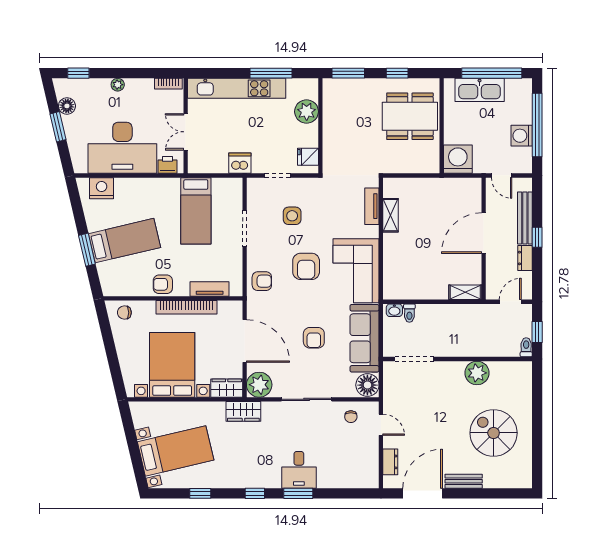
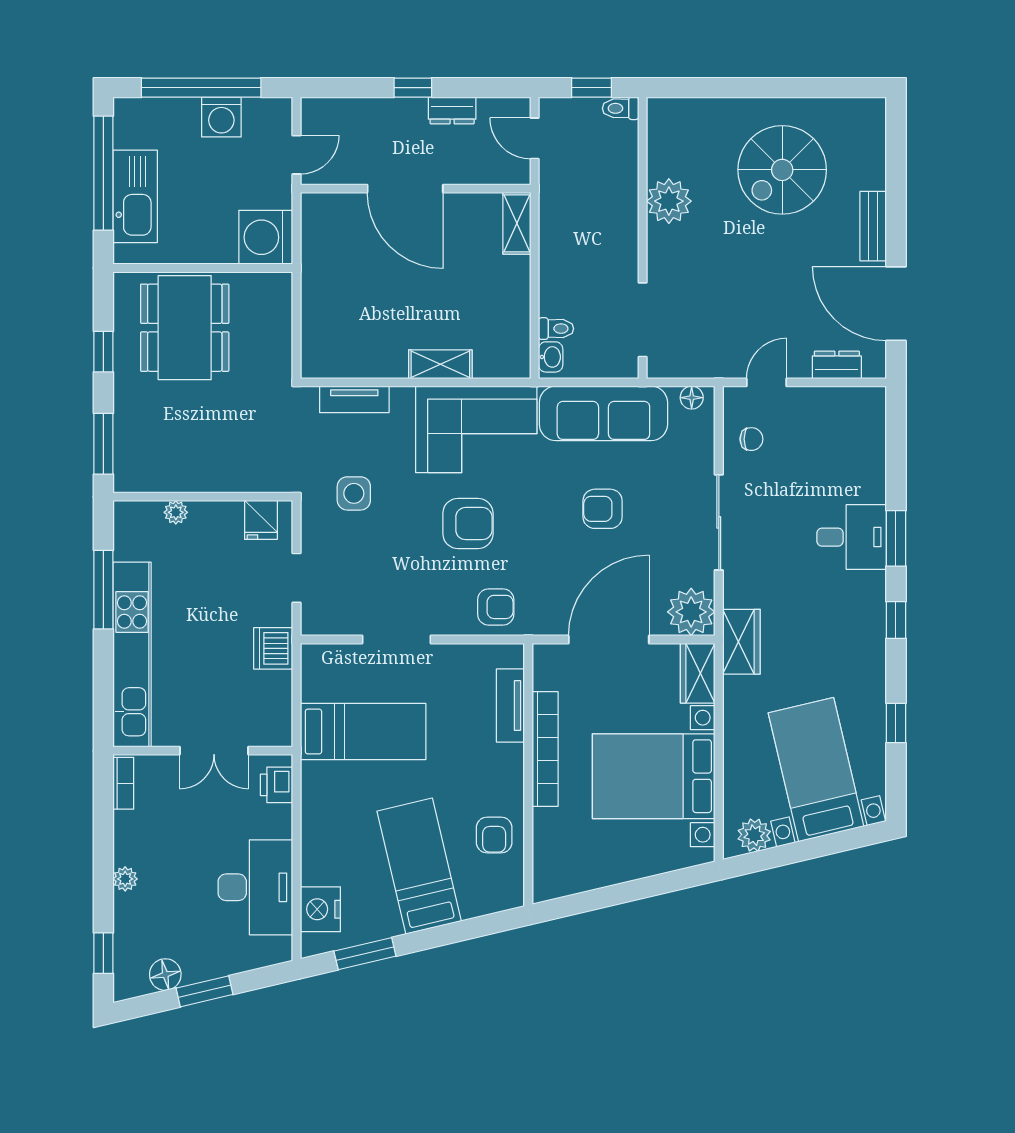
plant: (307, 112) -> (176, 512), width x0.53, depth x0.53
desk: (122, 148) -> (255, 887), width x0.73, depth x0.77
shelving: (391, 215) -> (440, 364), moved
side table: (292, 216) -> (354, 493), moved
bench: (525, 218) -> (377, 111), removed
window: (87, 250) -> (365, 954), moved
armchair: (262, 281) -> (496, 607), turned 90
armchair: (163, 284) -> (494, 835), moved
chair: (124, 313) -> (555, 866), removed
armchair: (314, 338) -> (603, 509), turned 180
floor lamp: (367, 385) -> (692, 398), width x0.53, depth x0.53
plant: (141, 418) -> (754, 835), added

